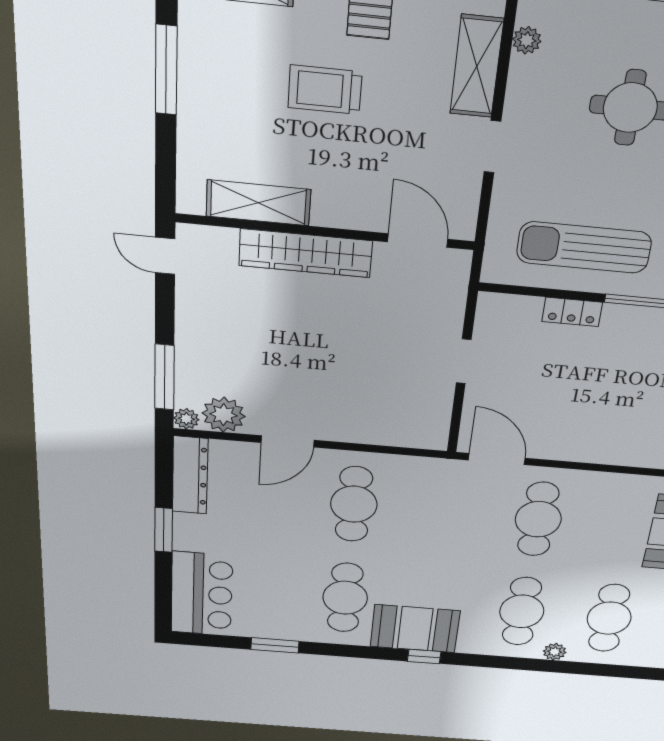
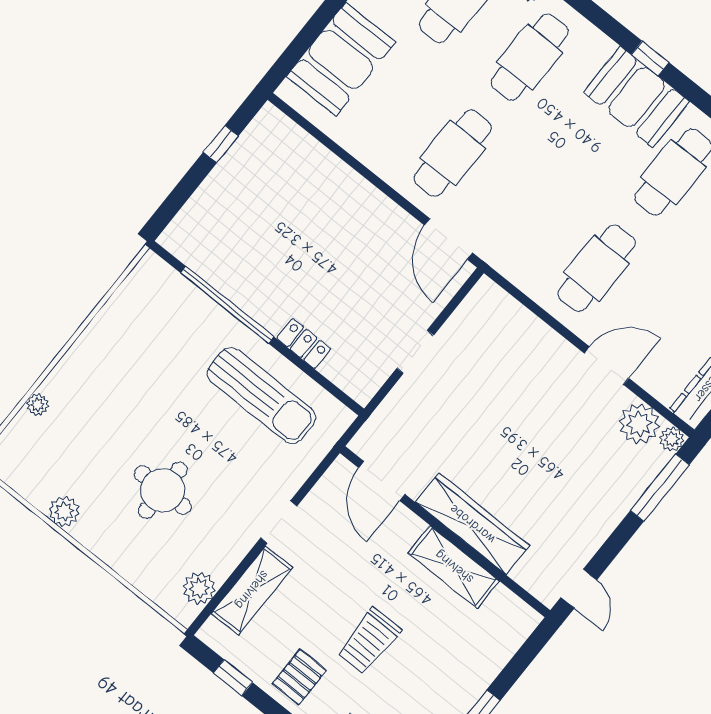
plant: (527, 40) -> (199, 588), width x1.38, depth x1.38
trolley: (325, 90) -> (369, 641), turned 90
shelving: (258, 203) -> (454, 567), moved

